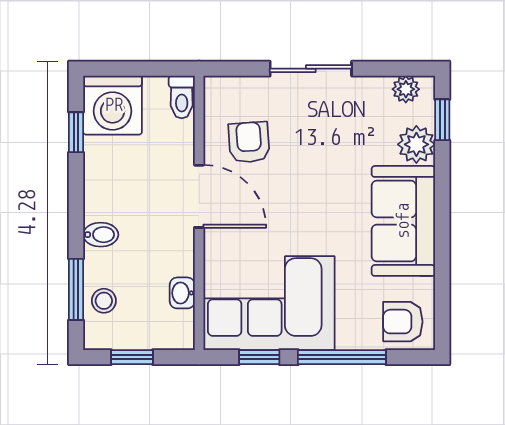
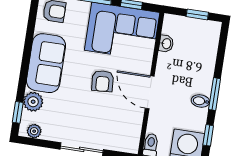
armchair: (249, 142) -> (103, 81), moved
bidet: (101, 235) -> (200, 101), moved
window: (76, 289) -> (215, 94), moved
stool: (104, 301) -> (207, 46), removed

